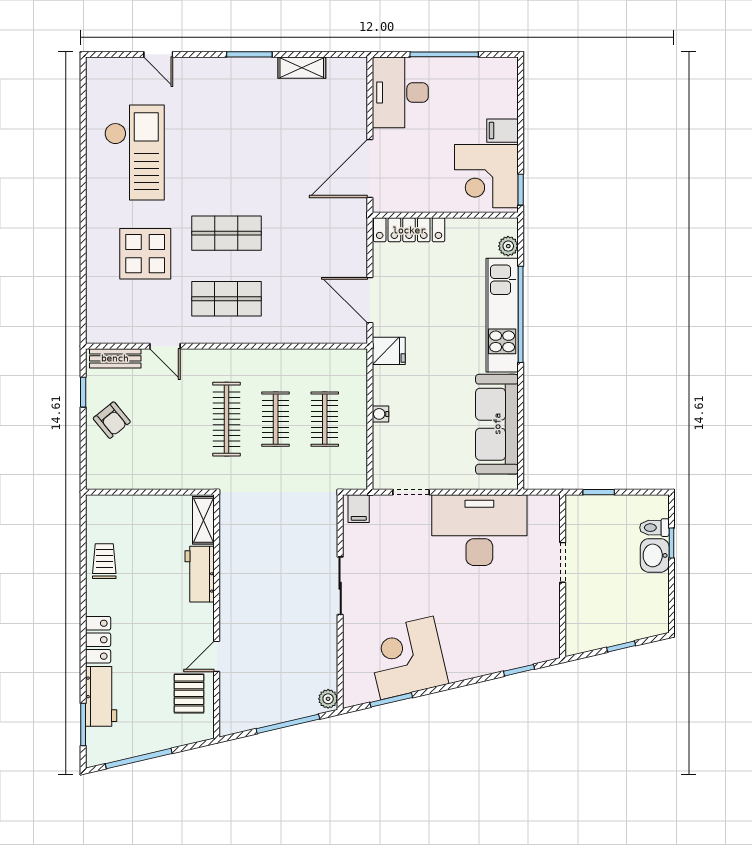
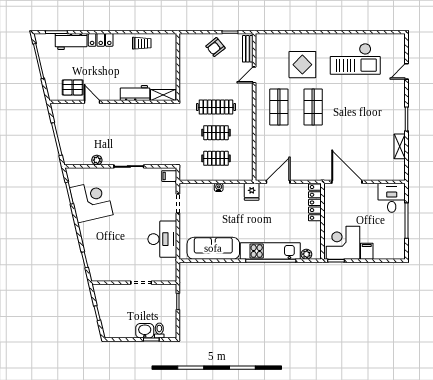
desk: (400, 92) -> (392, 198), width x0.73
desk: (479, 530) -> (162, 239), width x0.73, depth x0.77
plant: (328, 699) -> (97, 160), moved

